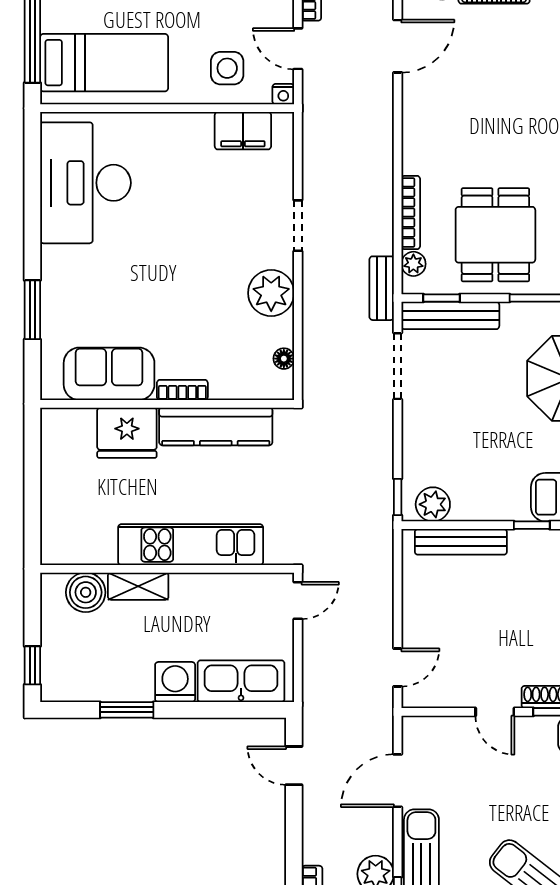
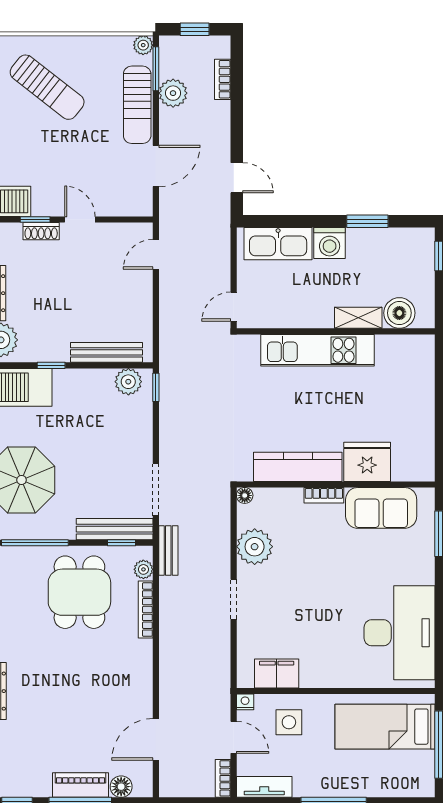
sofa: (109, 374) -> (381, 508), moved
bookcase: (182, 390) -> (324, 495), moved
wall: (167, 404) -> (336, 484), moved
kitchen counter: (216, 426) -> (298, 467), moved
fridge: (127, 433) -> (367, 462), moved

